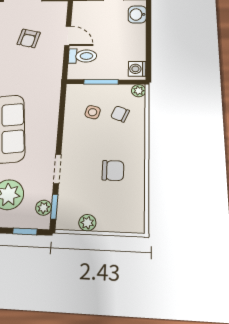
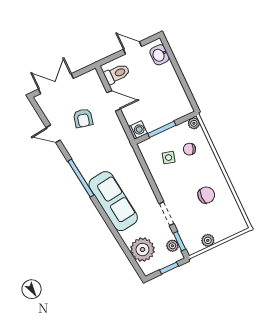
toilet: (83, 56) -> (117, 74), moved
washing machine: (137, 69) -> (138, 130), moved, turned 180

